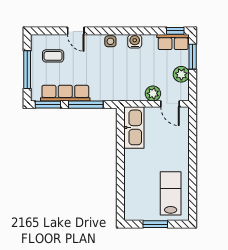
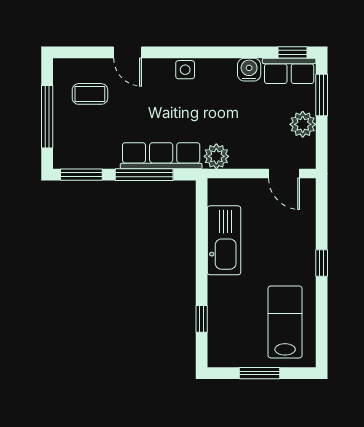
water cooler: (135, 41) -> (249, 70), moved
row of seats: (65, 93) -> (161, 156), moved
plant: (153, 93) -> (216, 156), moved
kitchen sink: (134, 127) -> (224, 240), moved
window: (193, 158) -> (322, 263), added
window: (120, 191) -> (202, 319), added

